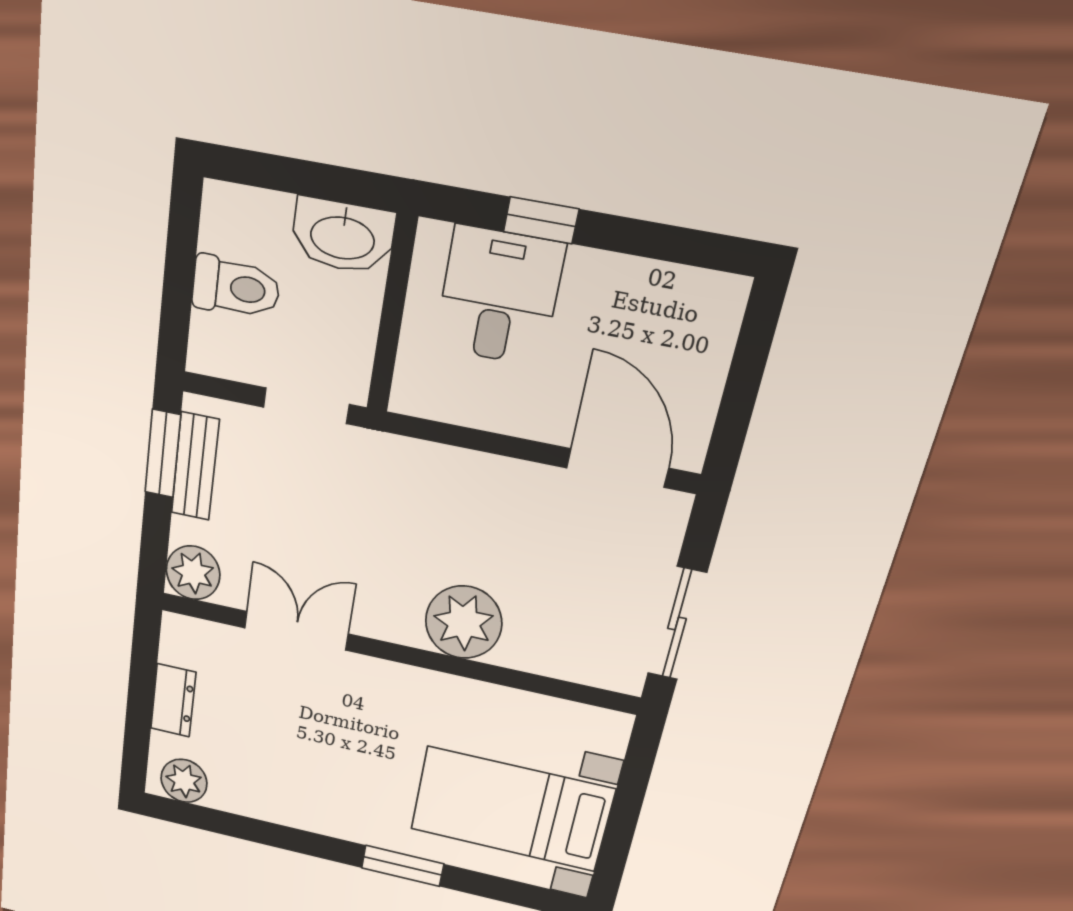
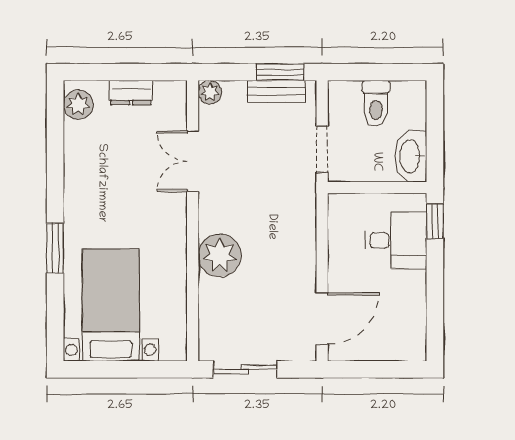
window: (541, 220) -> (435, 221), moved
plant: (193, 573) -> (210, 92), width x0.73, depth x0.73
double door: (296, 631) -> (193, 161), swing flipped

